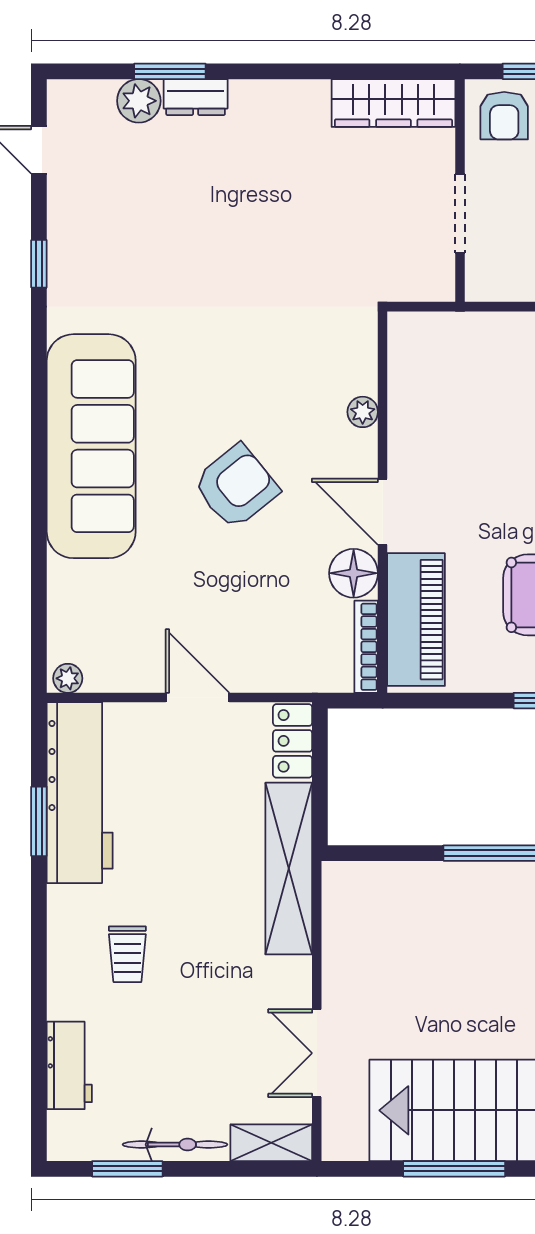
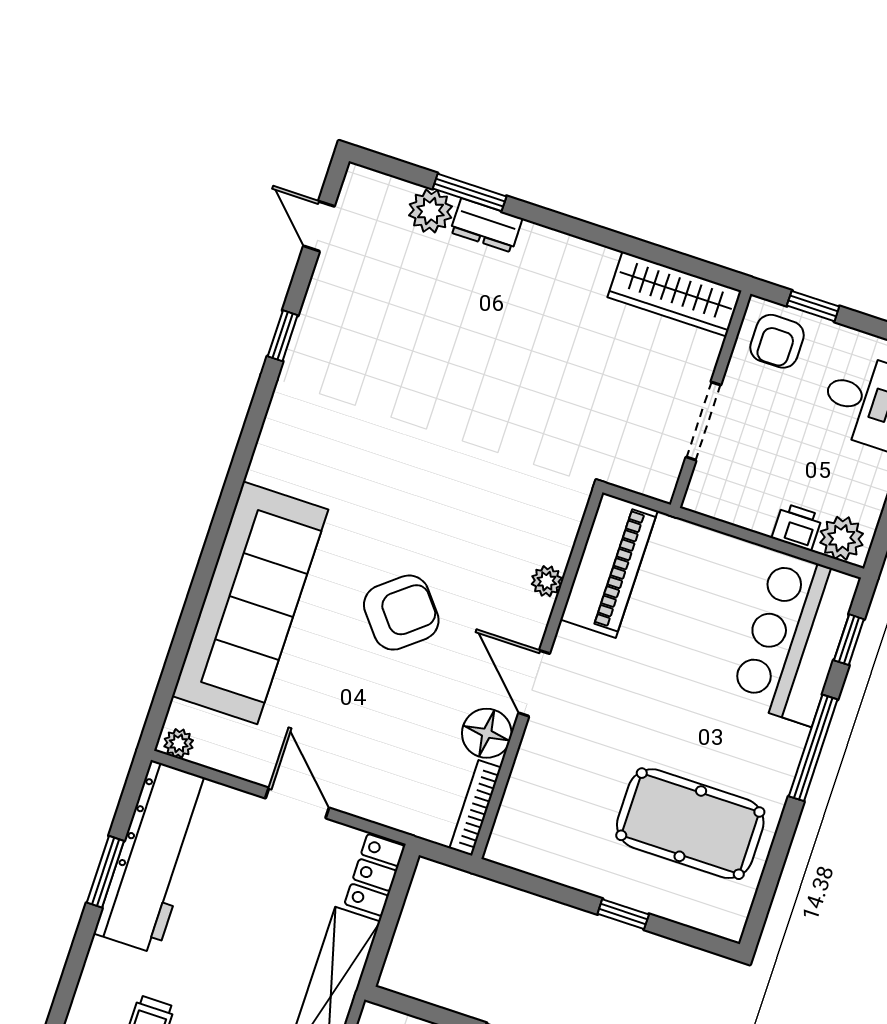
sofa: (91, 446) -> (250, 603), moved
piano: (416, 620) -> (609, 565), moved

